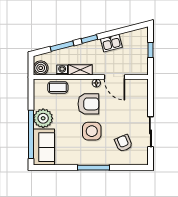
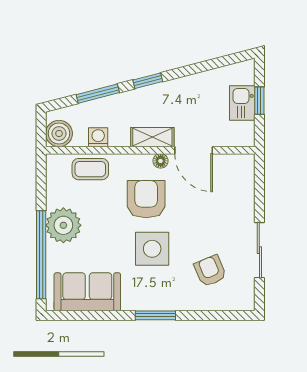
kitchen sink: (111, 43) -> (242, 103), moved, turned 104
shelving: (80, 70) -> (152, 137), moved
armchair: (88, 104) -> (146, 199), turned -90
sofa: (44, 147) -> (87, 292), moved, turned -90
window: (94, 168) -> (155, 315), width x0.69

